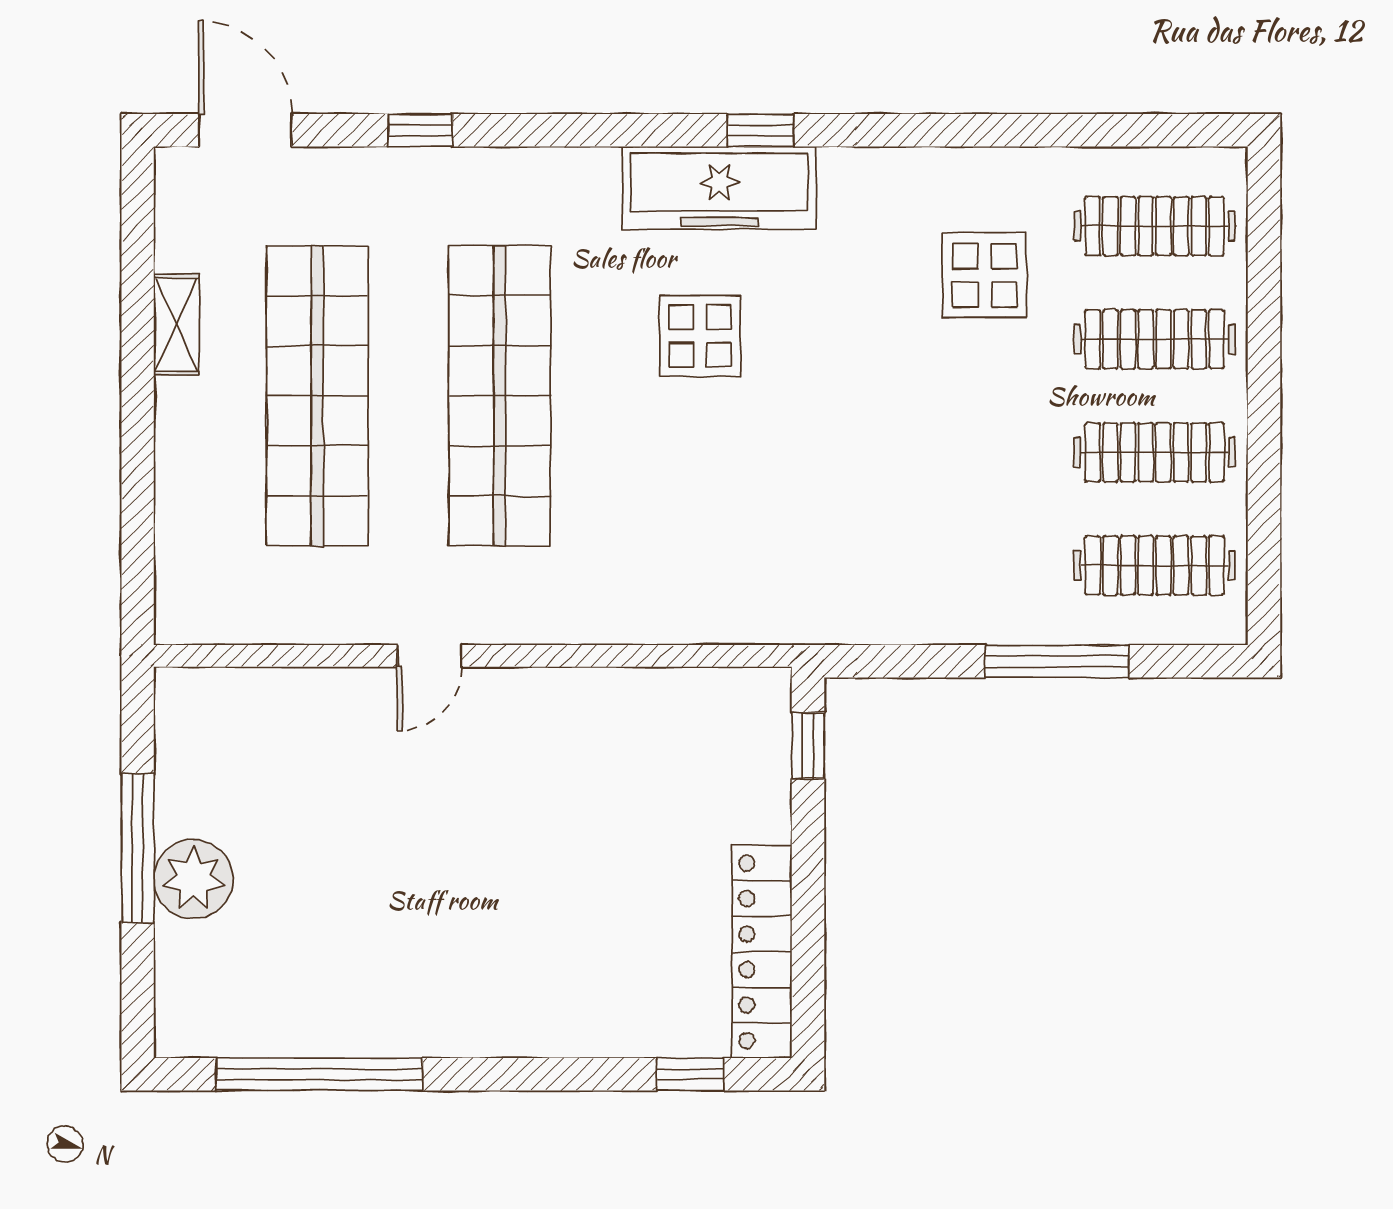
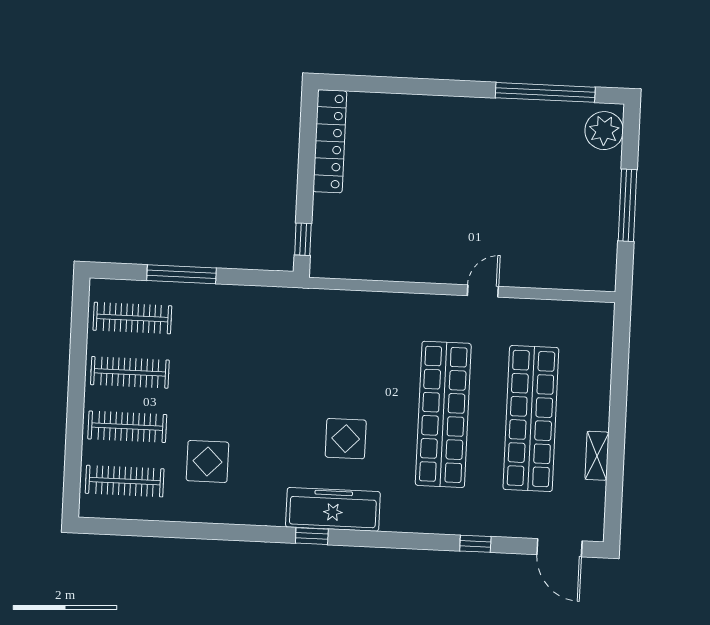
plant: (193, 879) -> (604, 131), moved
window: (690, 1074) -> (367, 84), removed

